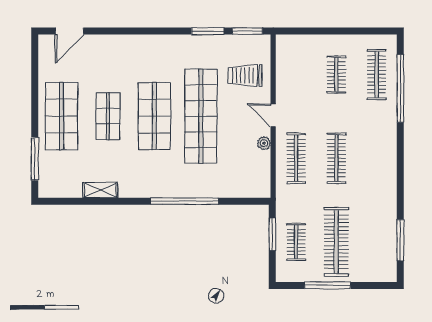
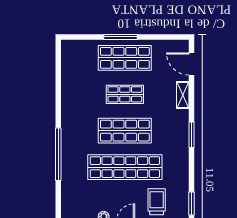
window: (208, 31) -> (191, 135), moved
window: (35, 159) -> (121, 37), moved
shelving: (100, 190) -> (183, 95), moved

